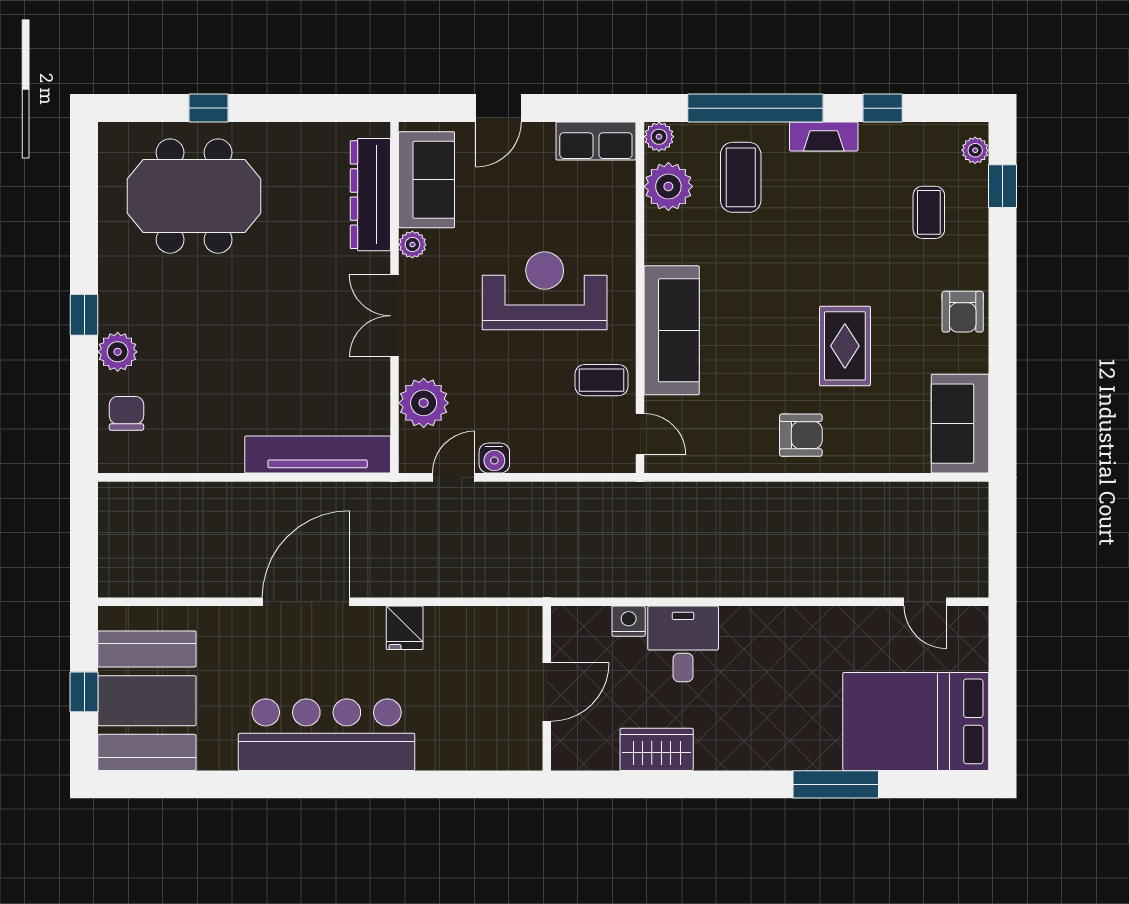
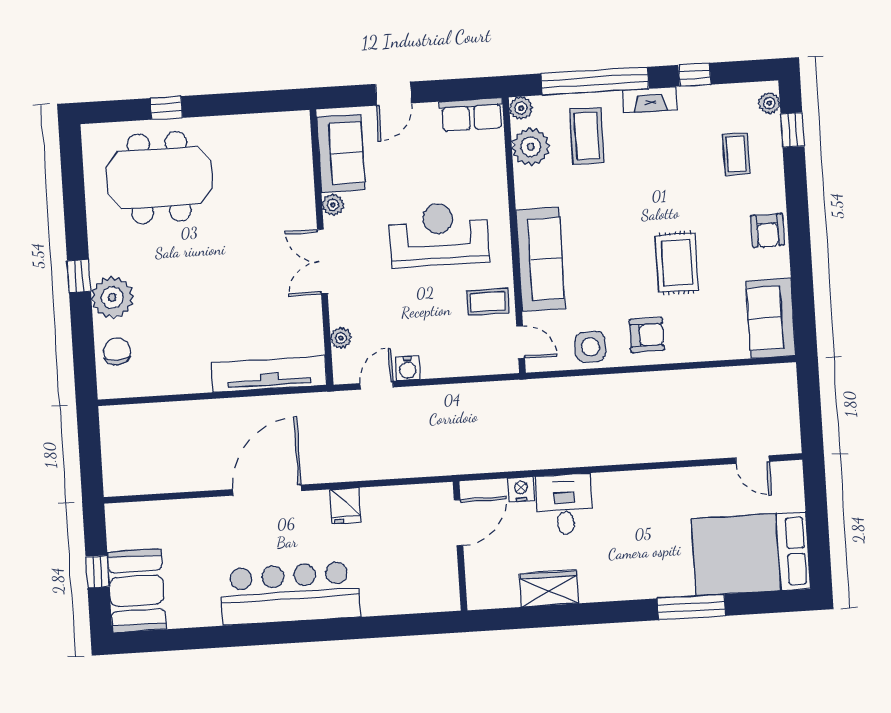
dresser: (370, 195) -> (297, 168), removed
plant: (118, 352) -> (112, 297), width x1.36, depth x1.36
plant: (424, 403) -> (341, 338), width x0.53, depth x0.53
side table: (728, 446) -> (590, 347), added
door: (547, 692) -> (459, 523), moved
booth: (147, 701) -> (137, 591), width x0.73, depth x0.70

